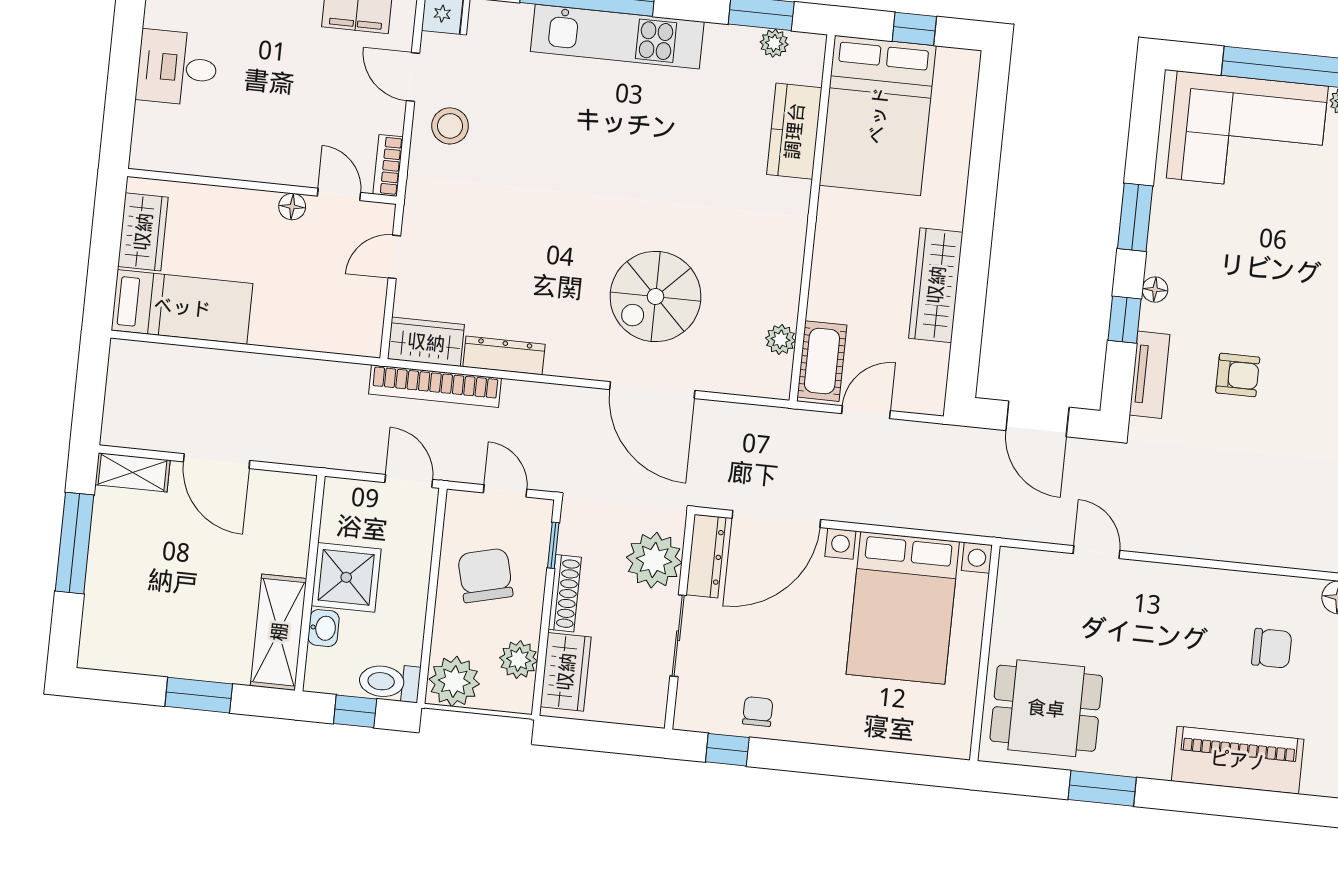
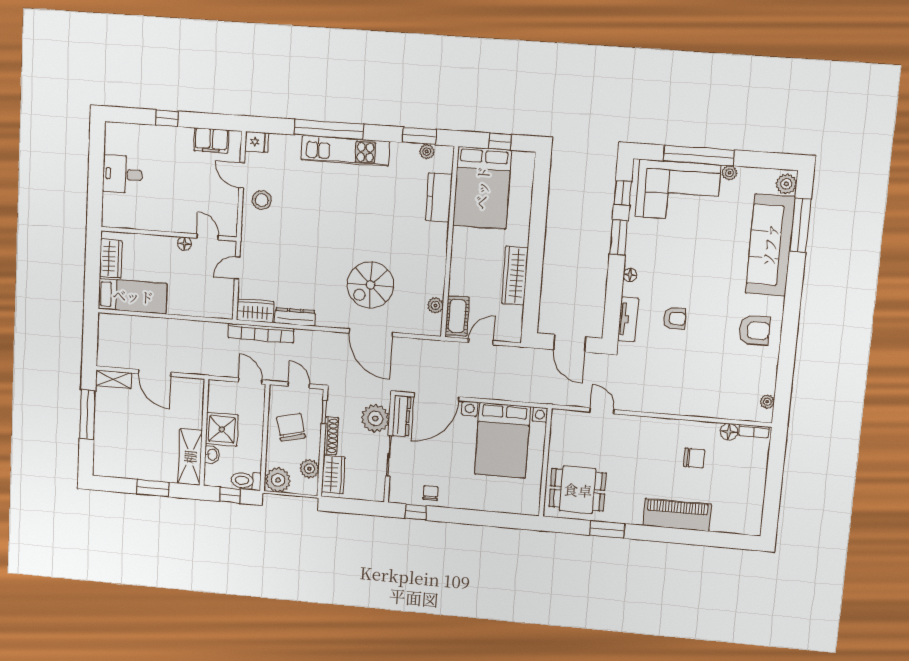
bookcase: (388, 165) -> (231, 221), removed
window: (1124, 320) -> (623, 193), moved

